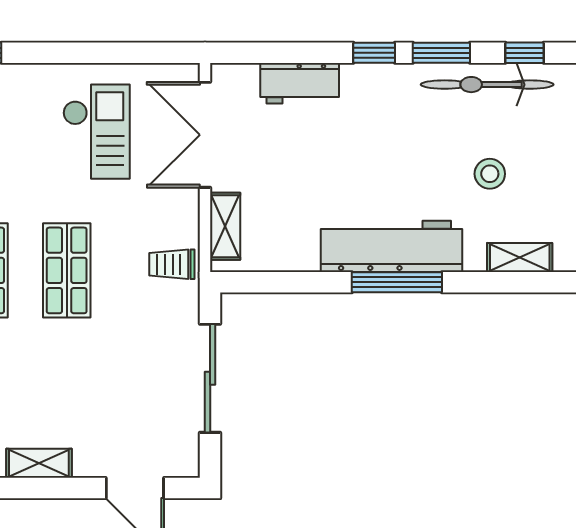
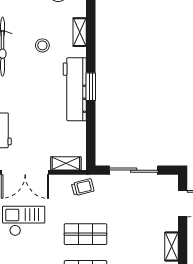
trolley: (172, 264) -> (83, 187), turned -104
window: (397, 282) -> (91, 87), width x0.69

